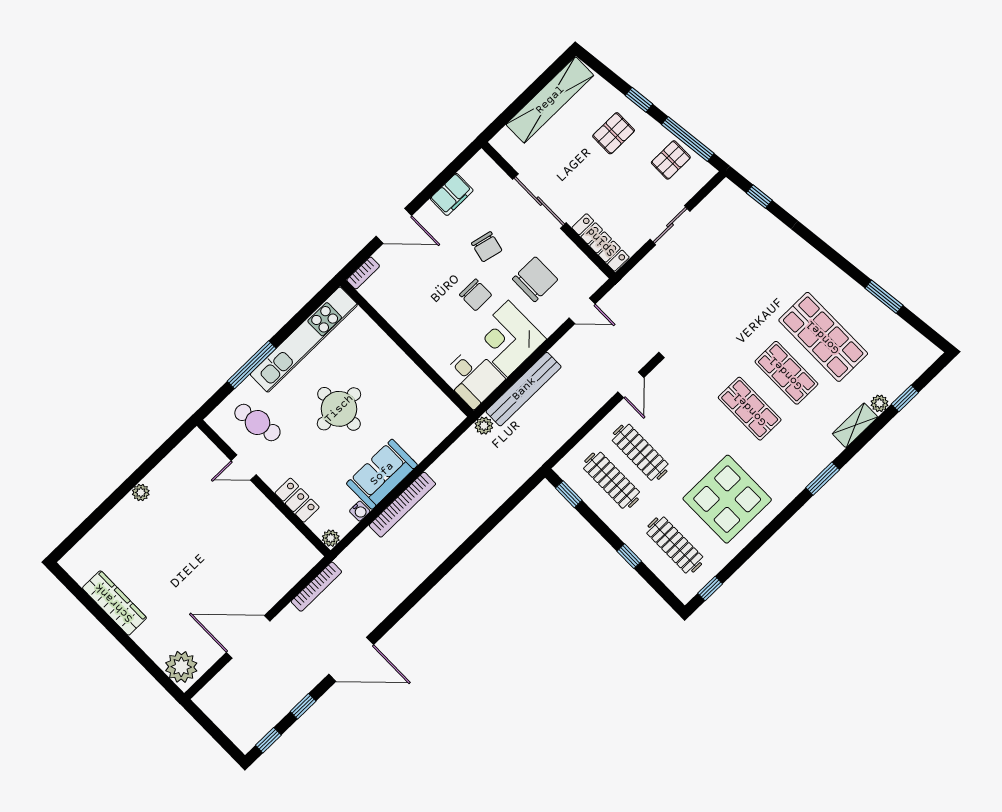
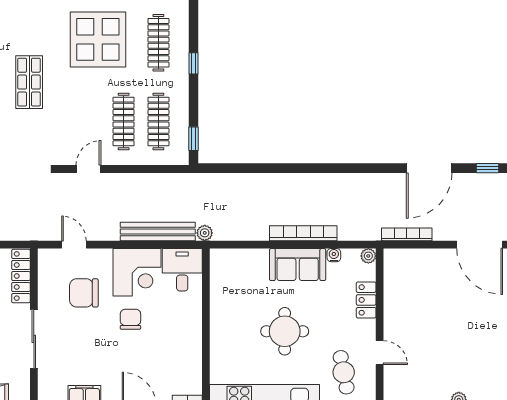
chair: (487, 247) -> (94, 342), removed
door: (351, 659) -> (429, 168), swing flipped

